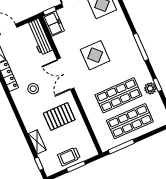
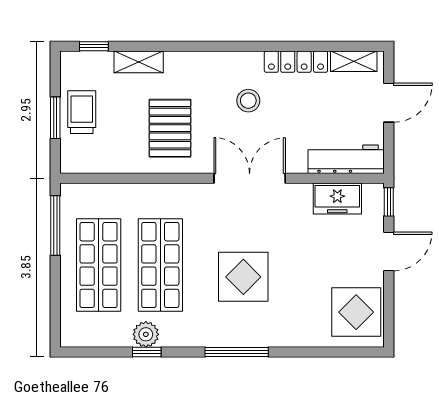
freezer: (53, 24) -> (337, 198), moved
display table: (95, 55) -> (243, 277), moved

